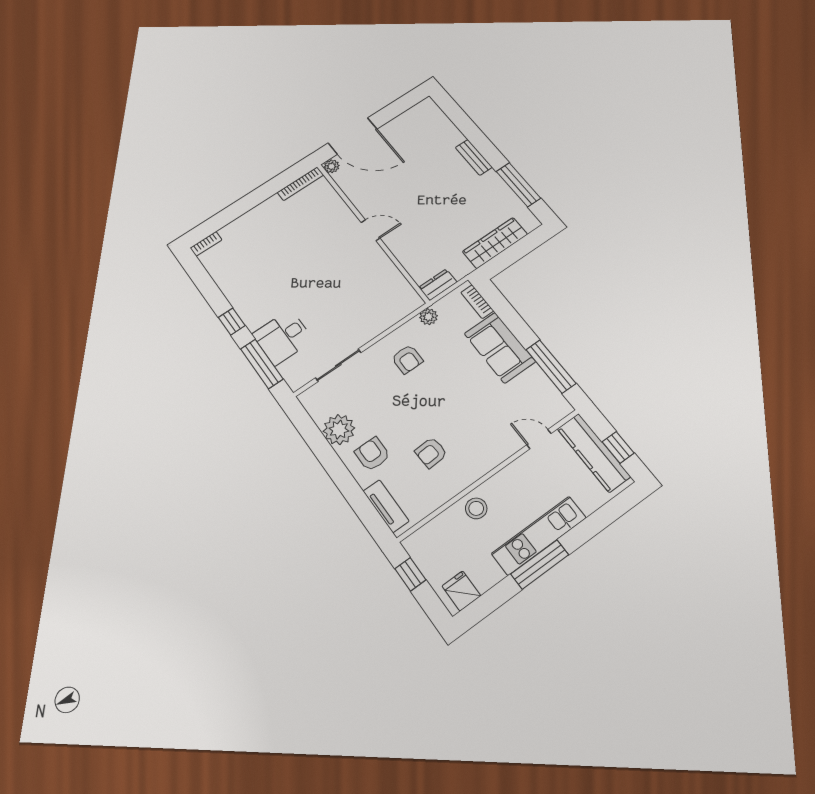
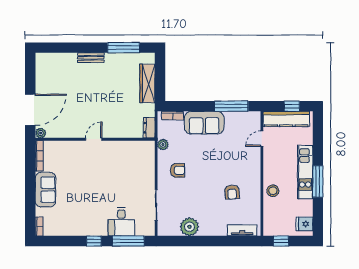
sofa: (261, 219) -> (45, 190), added
armchair: (372, 454) -> (213, 219), removed

